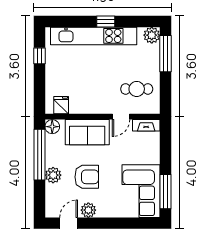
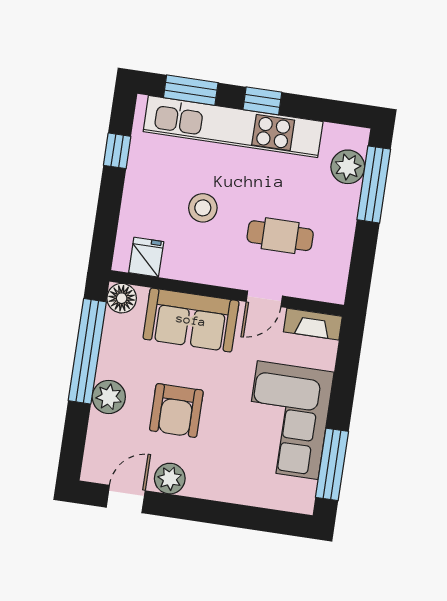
window: (71, 21) -> (191, 90), added
plant: (152, 35) -> (348, 167), moved
stool: (85, 77) -> (203, 208), added
cafe table: (137, 89) -> (280, 236), moved
armchair: (87, 177) -> (176, 410), turned 90
corner sofa: (141, 191) -> (288, 420), moved

